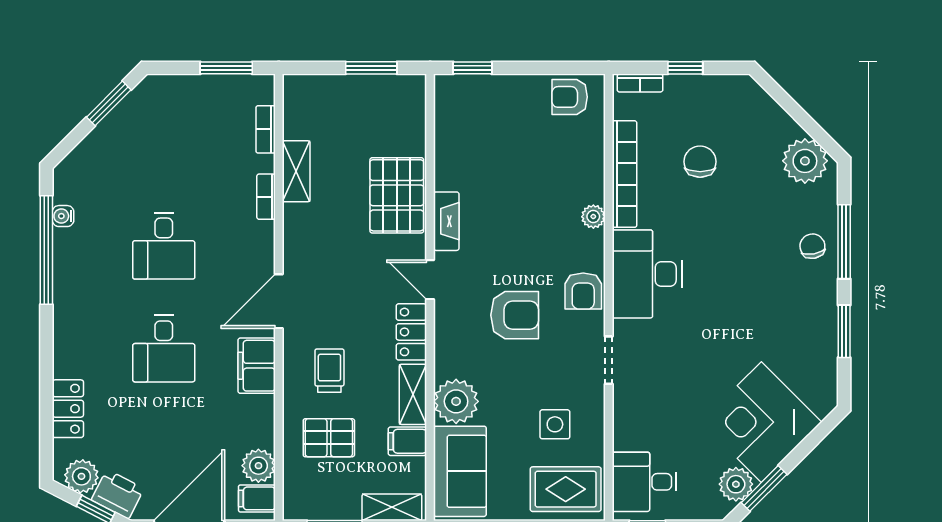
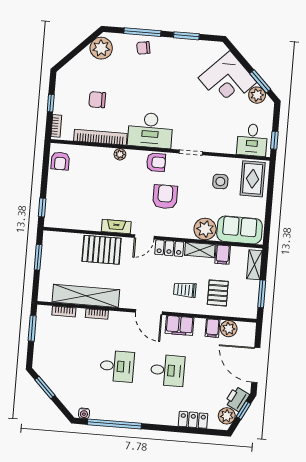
shelving: (296, 171) -> (86, 296), width x2.20, depth x1.33
water cooler: (63, 216) -> (84, 413), moved
filing cabinet: (257, 498) -> (212, 328), moved

